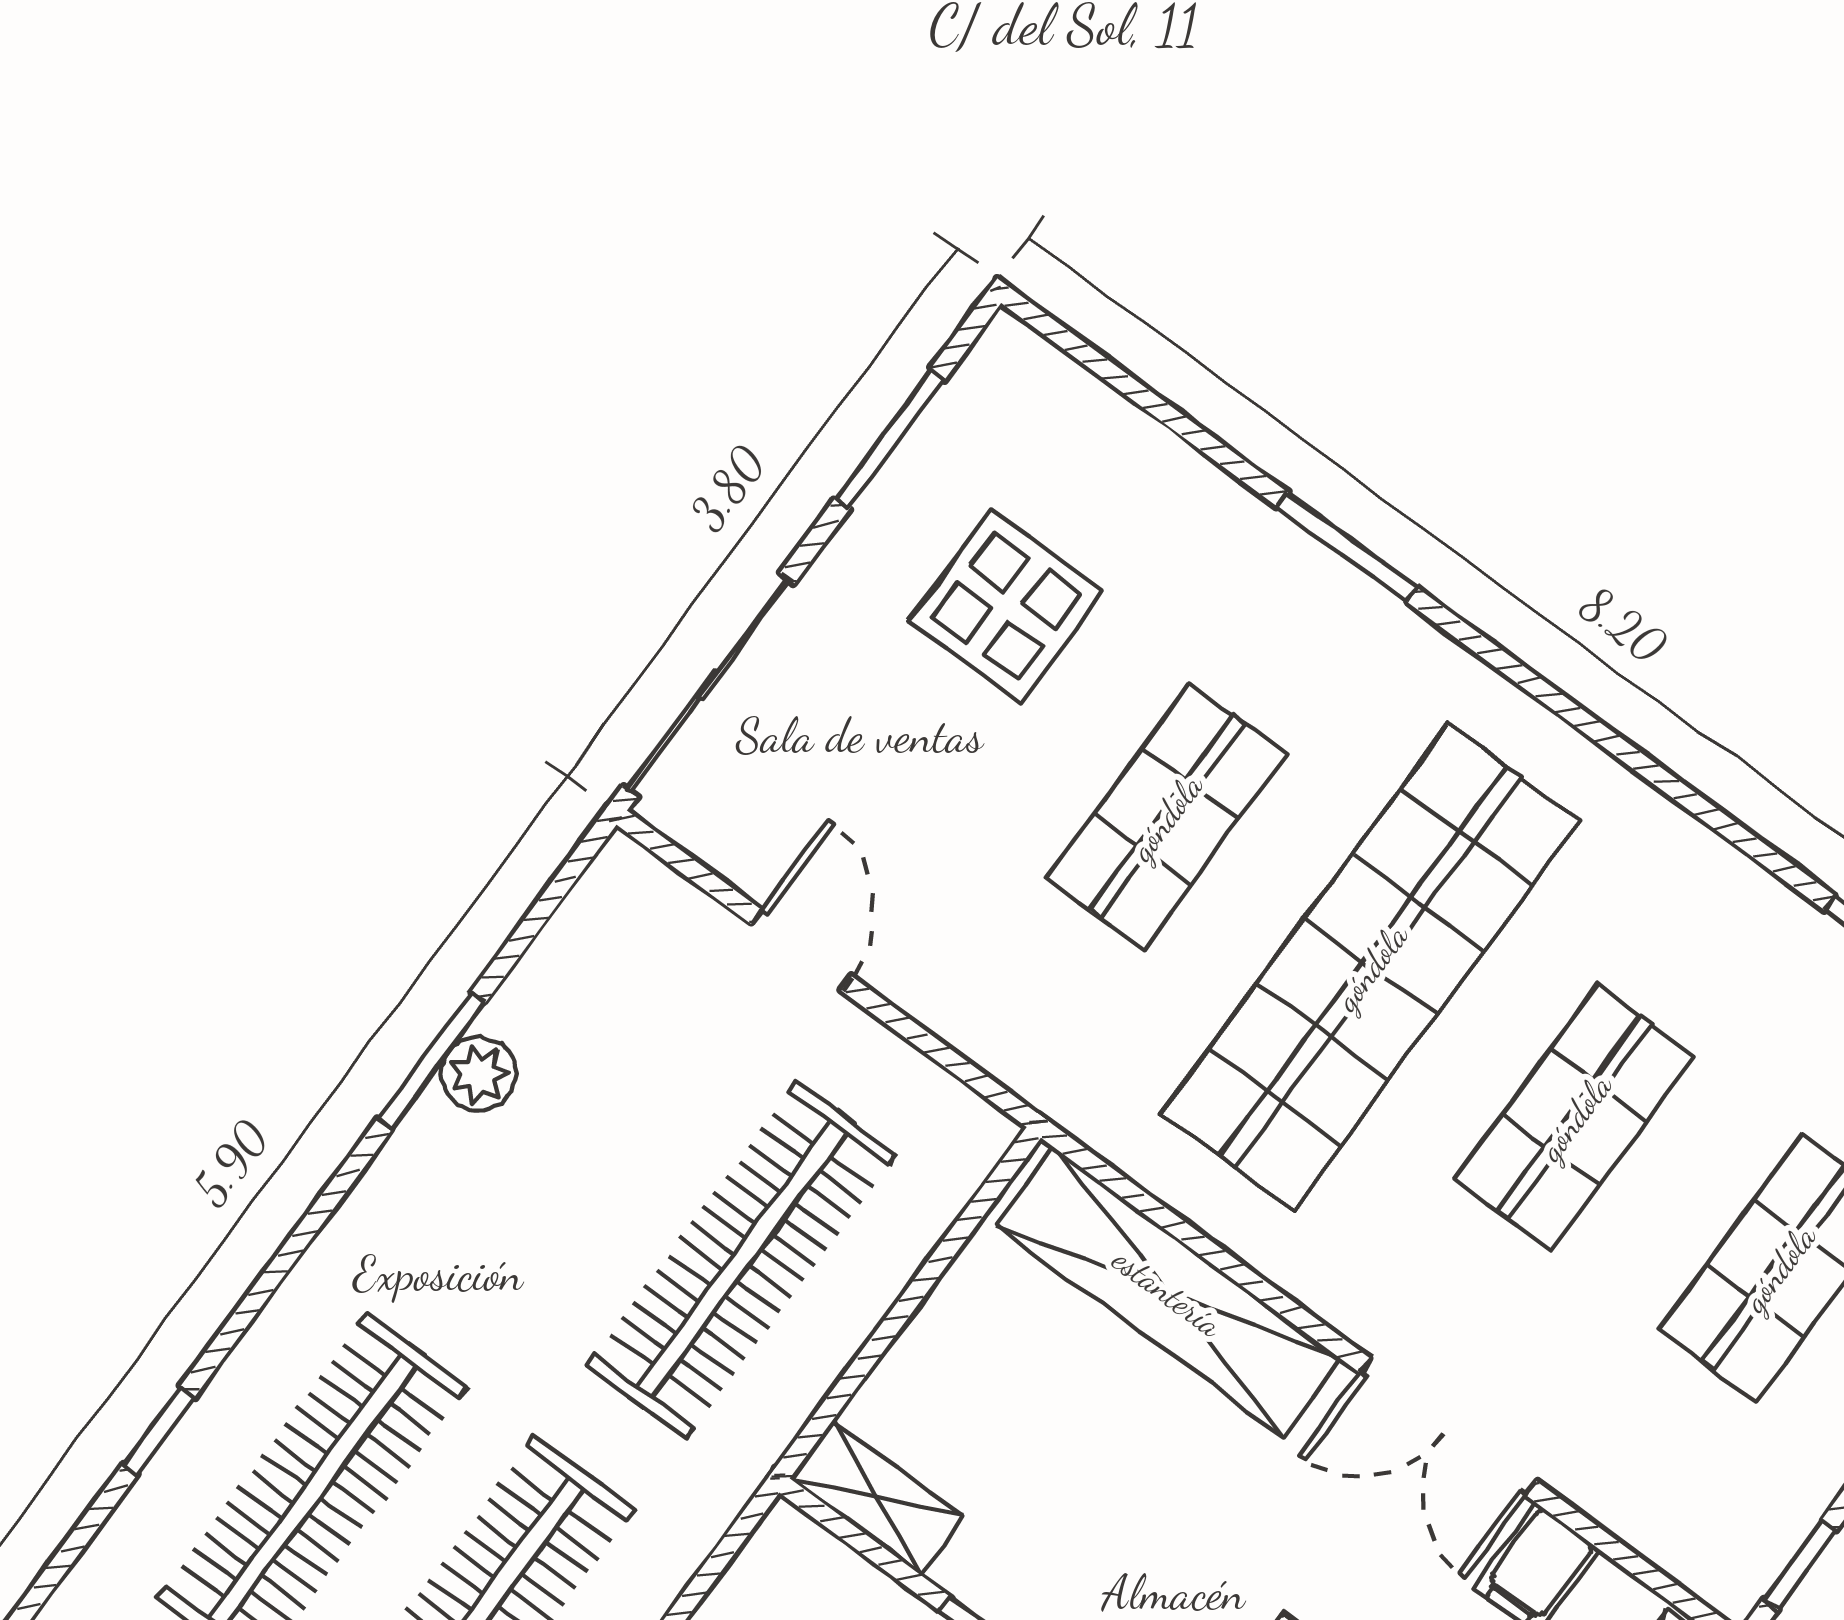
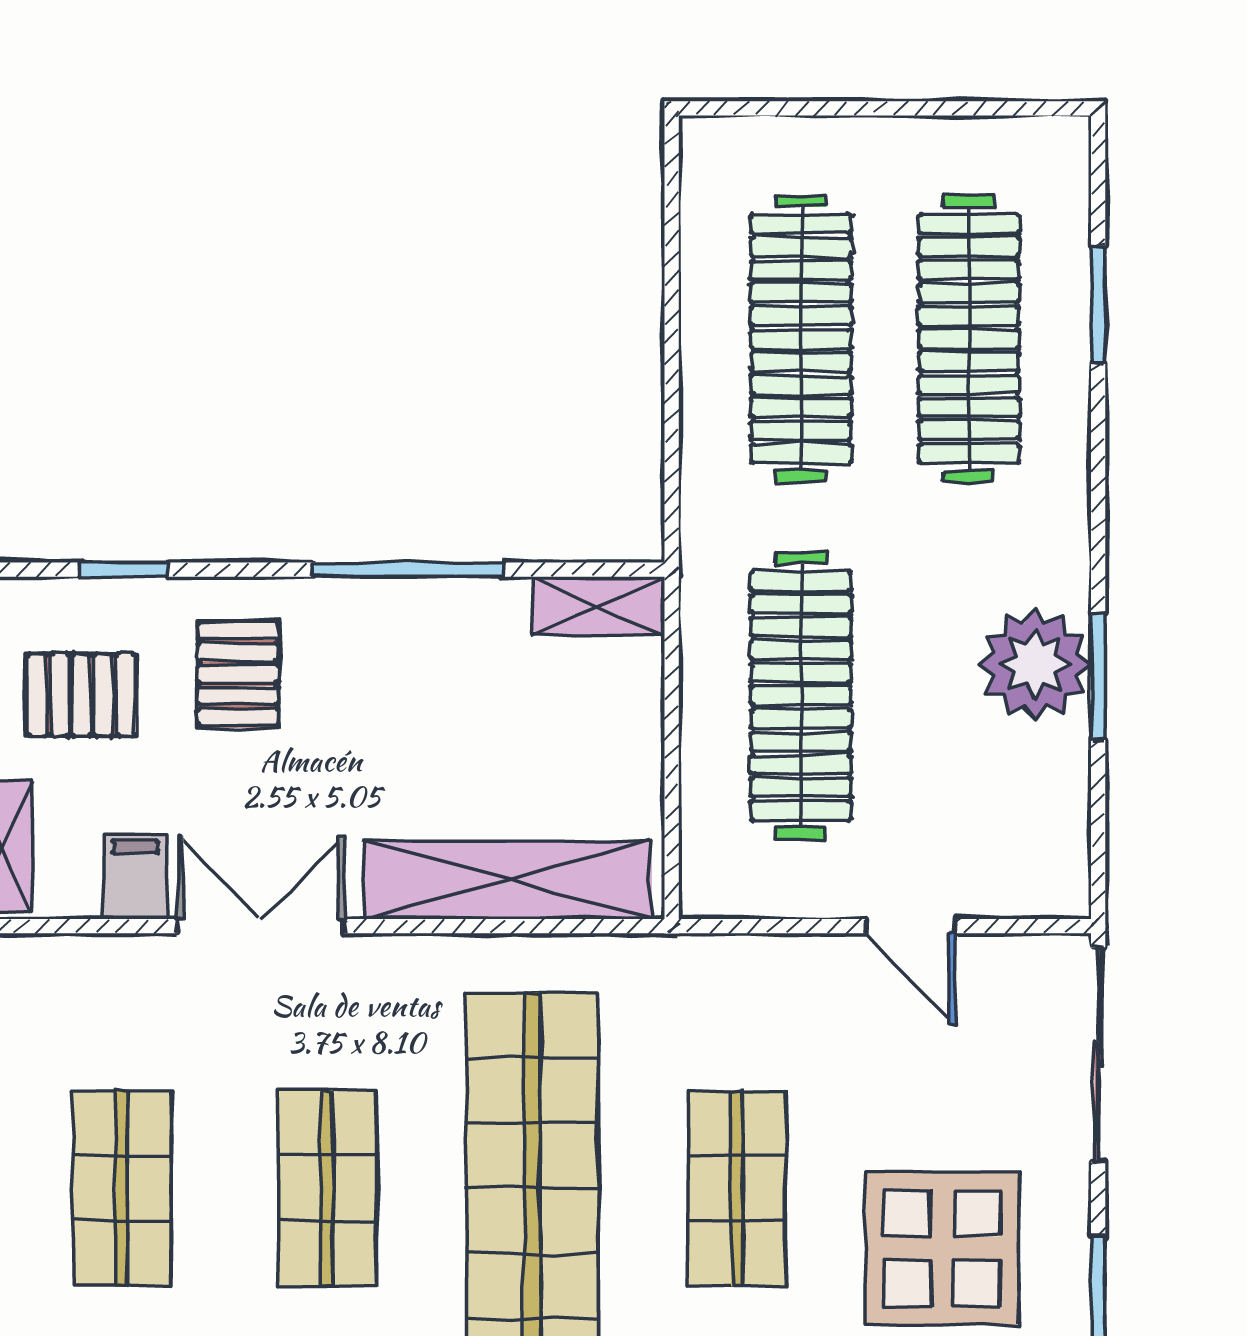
display table: (1006, 606) -> (942, 1249), width x1.36, depth x1.36
plant: (479, 1074) -> (1035, 665), width x1.87, depth x1.87
window: (159, 1431) -> (1098, 305), width x1.50

